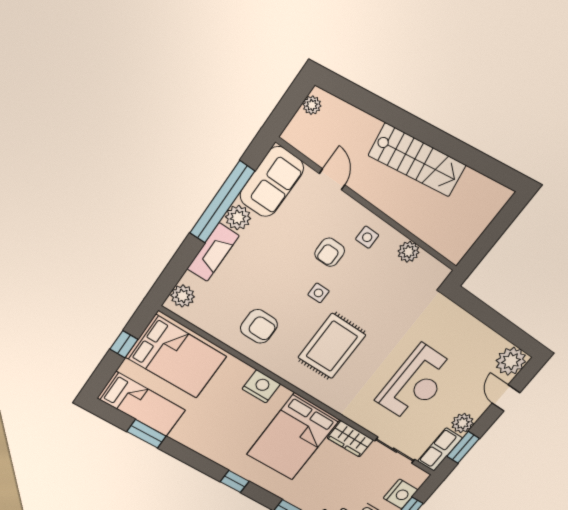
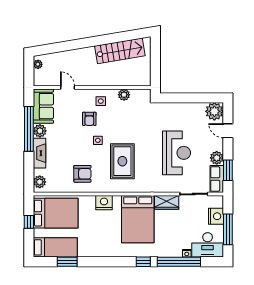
stairs: (418, 160) -> (120, 51), moved
window: (235, 481) -> (143, 262), moved

